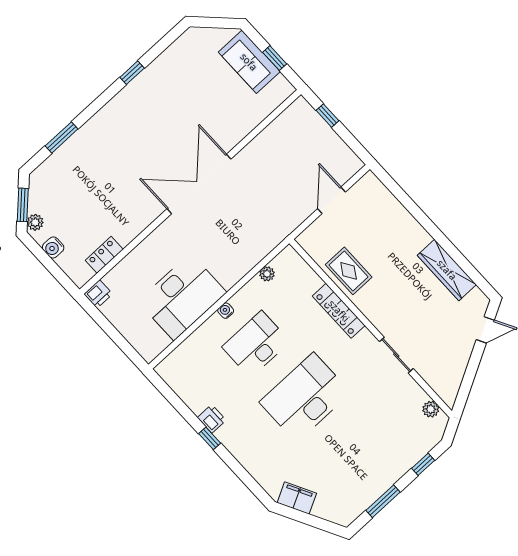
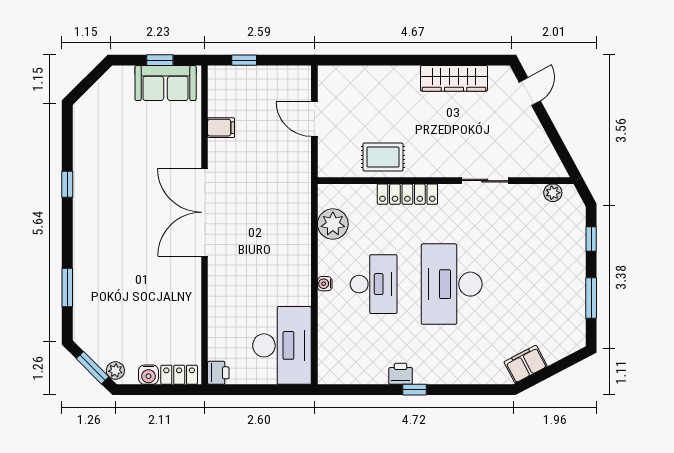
sofa: (249, 62) -> (166, 83), moved
filing cabinet: (267, 142) -> (221, 128), added
locker: (104, 255) -> (179, 375), moved, turned 90
plant: (267, 274) -> (333, 224), width x1.88, depth x1.88
desk: (182, 297) -> (282, 345), moved
desk: (256, 344) -> (374, 284), turned 180

